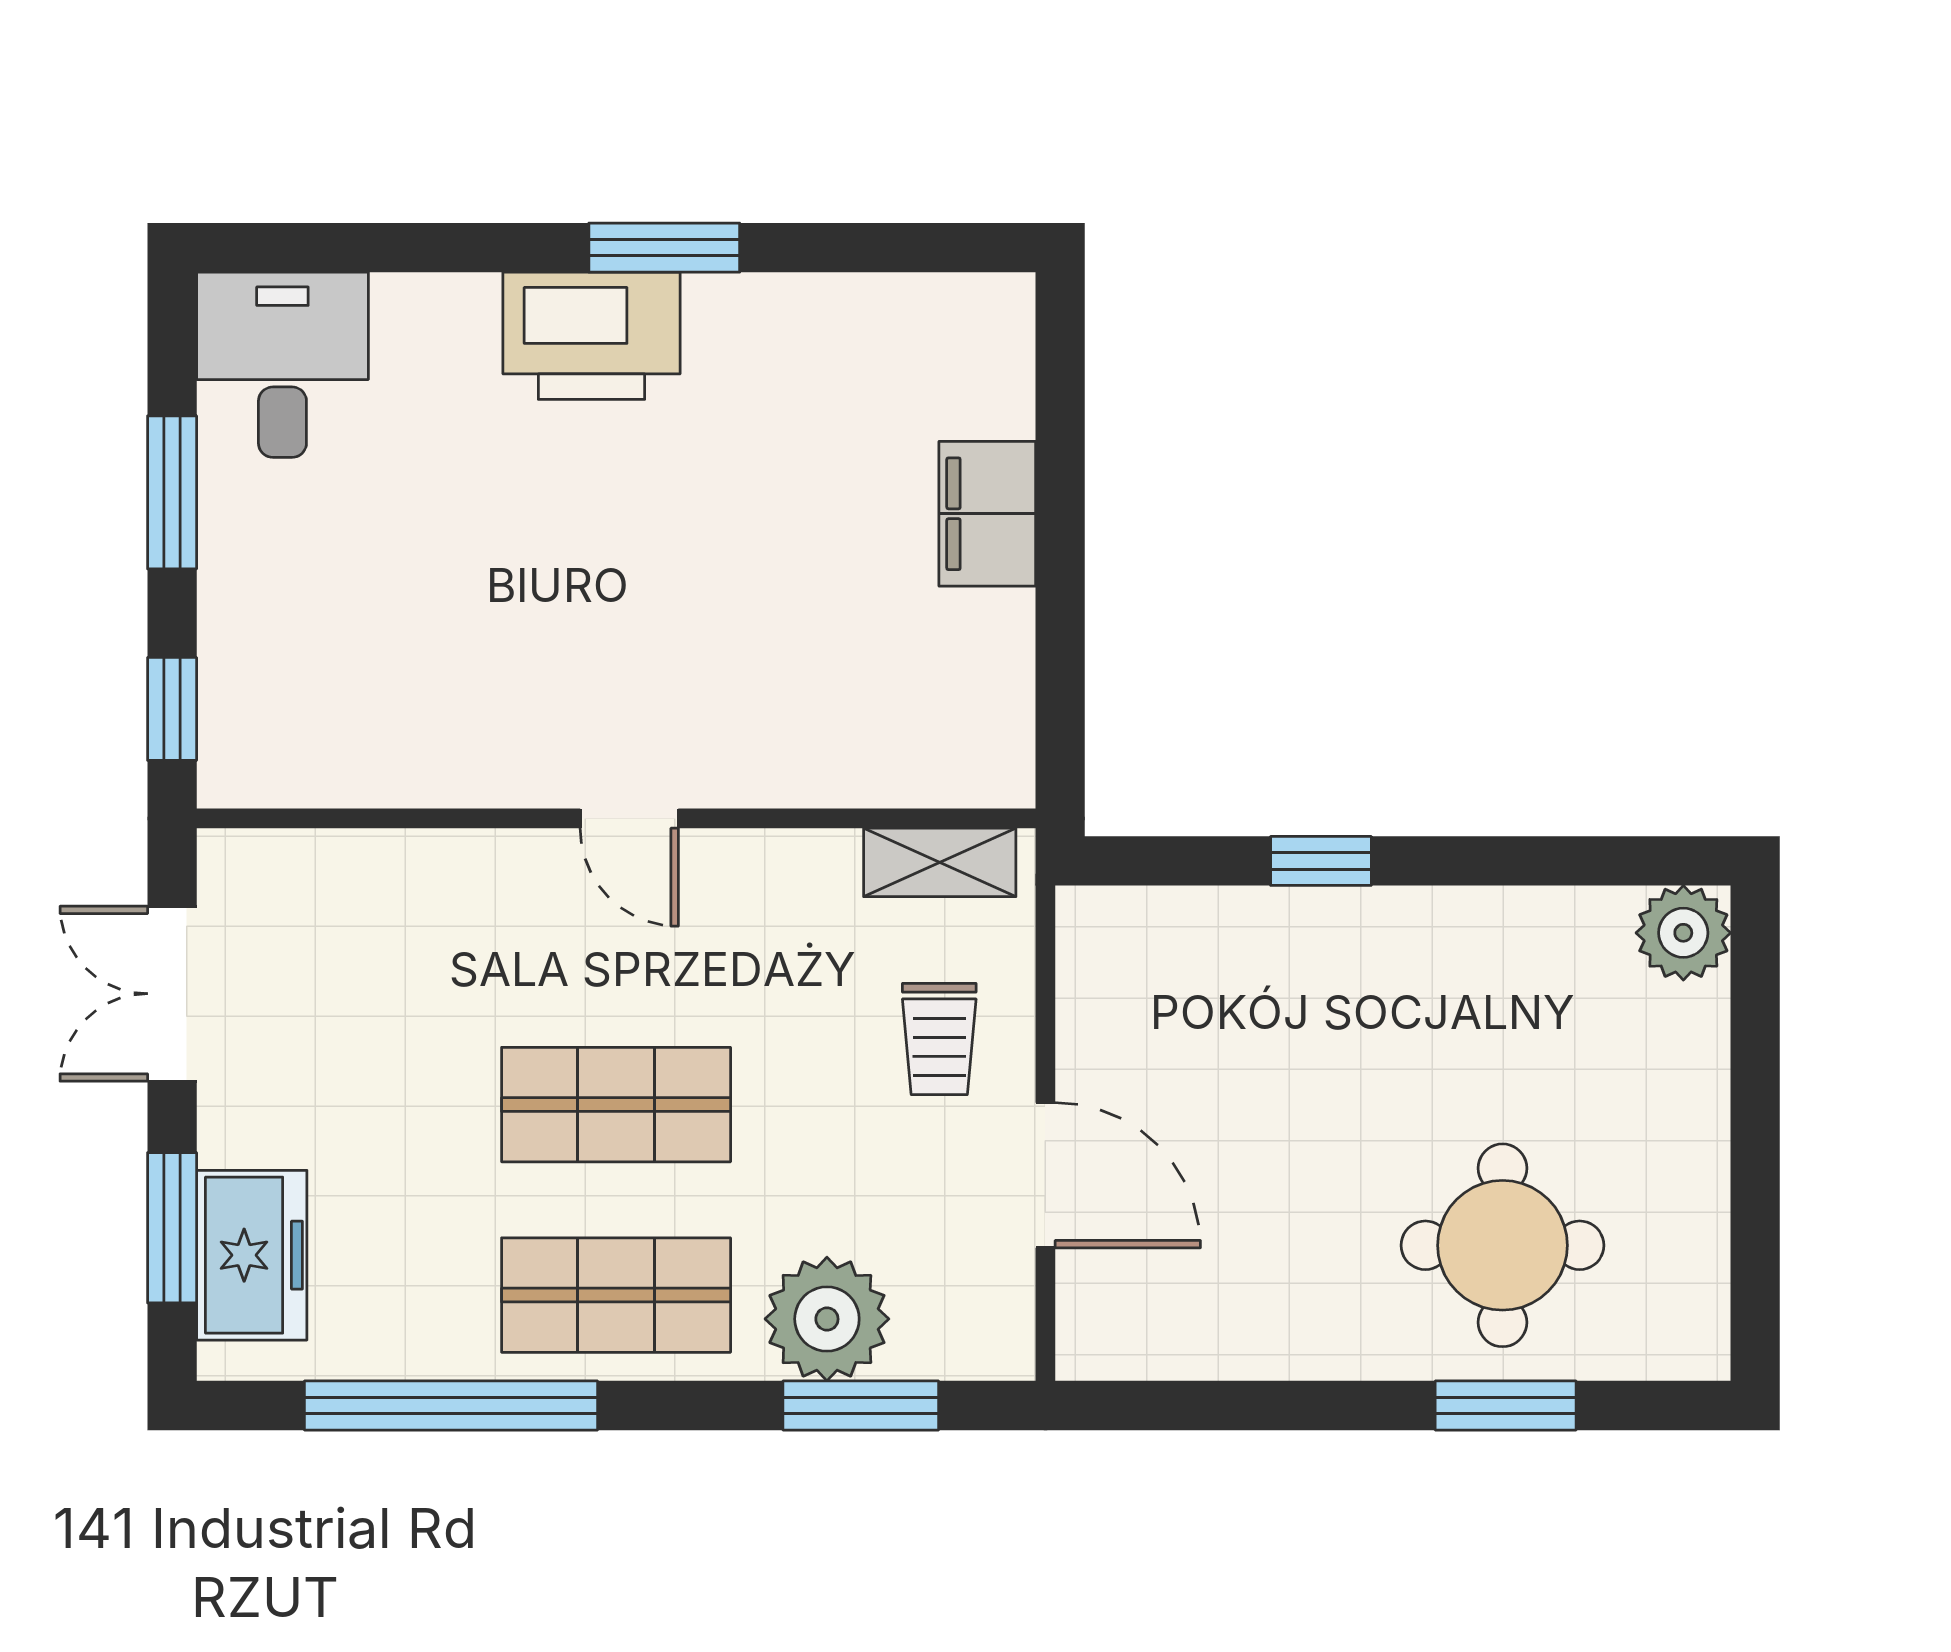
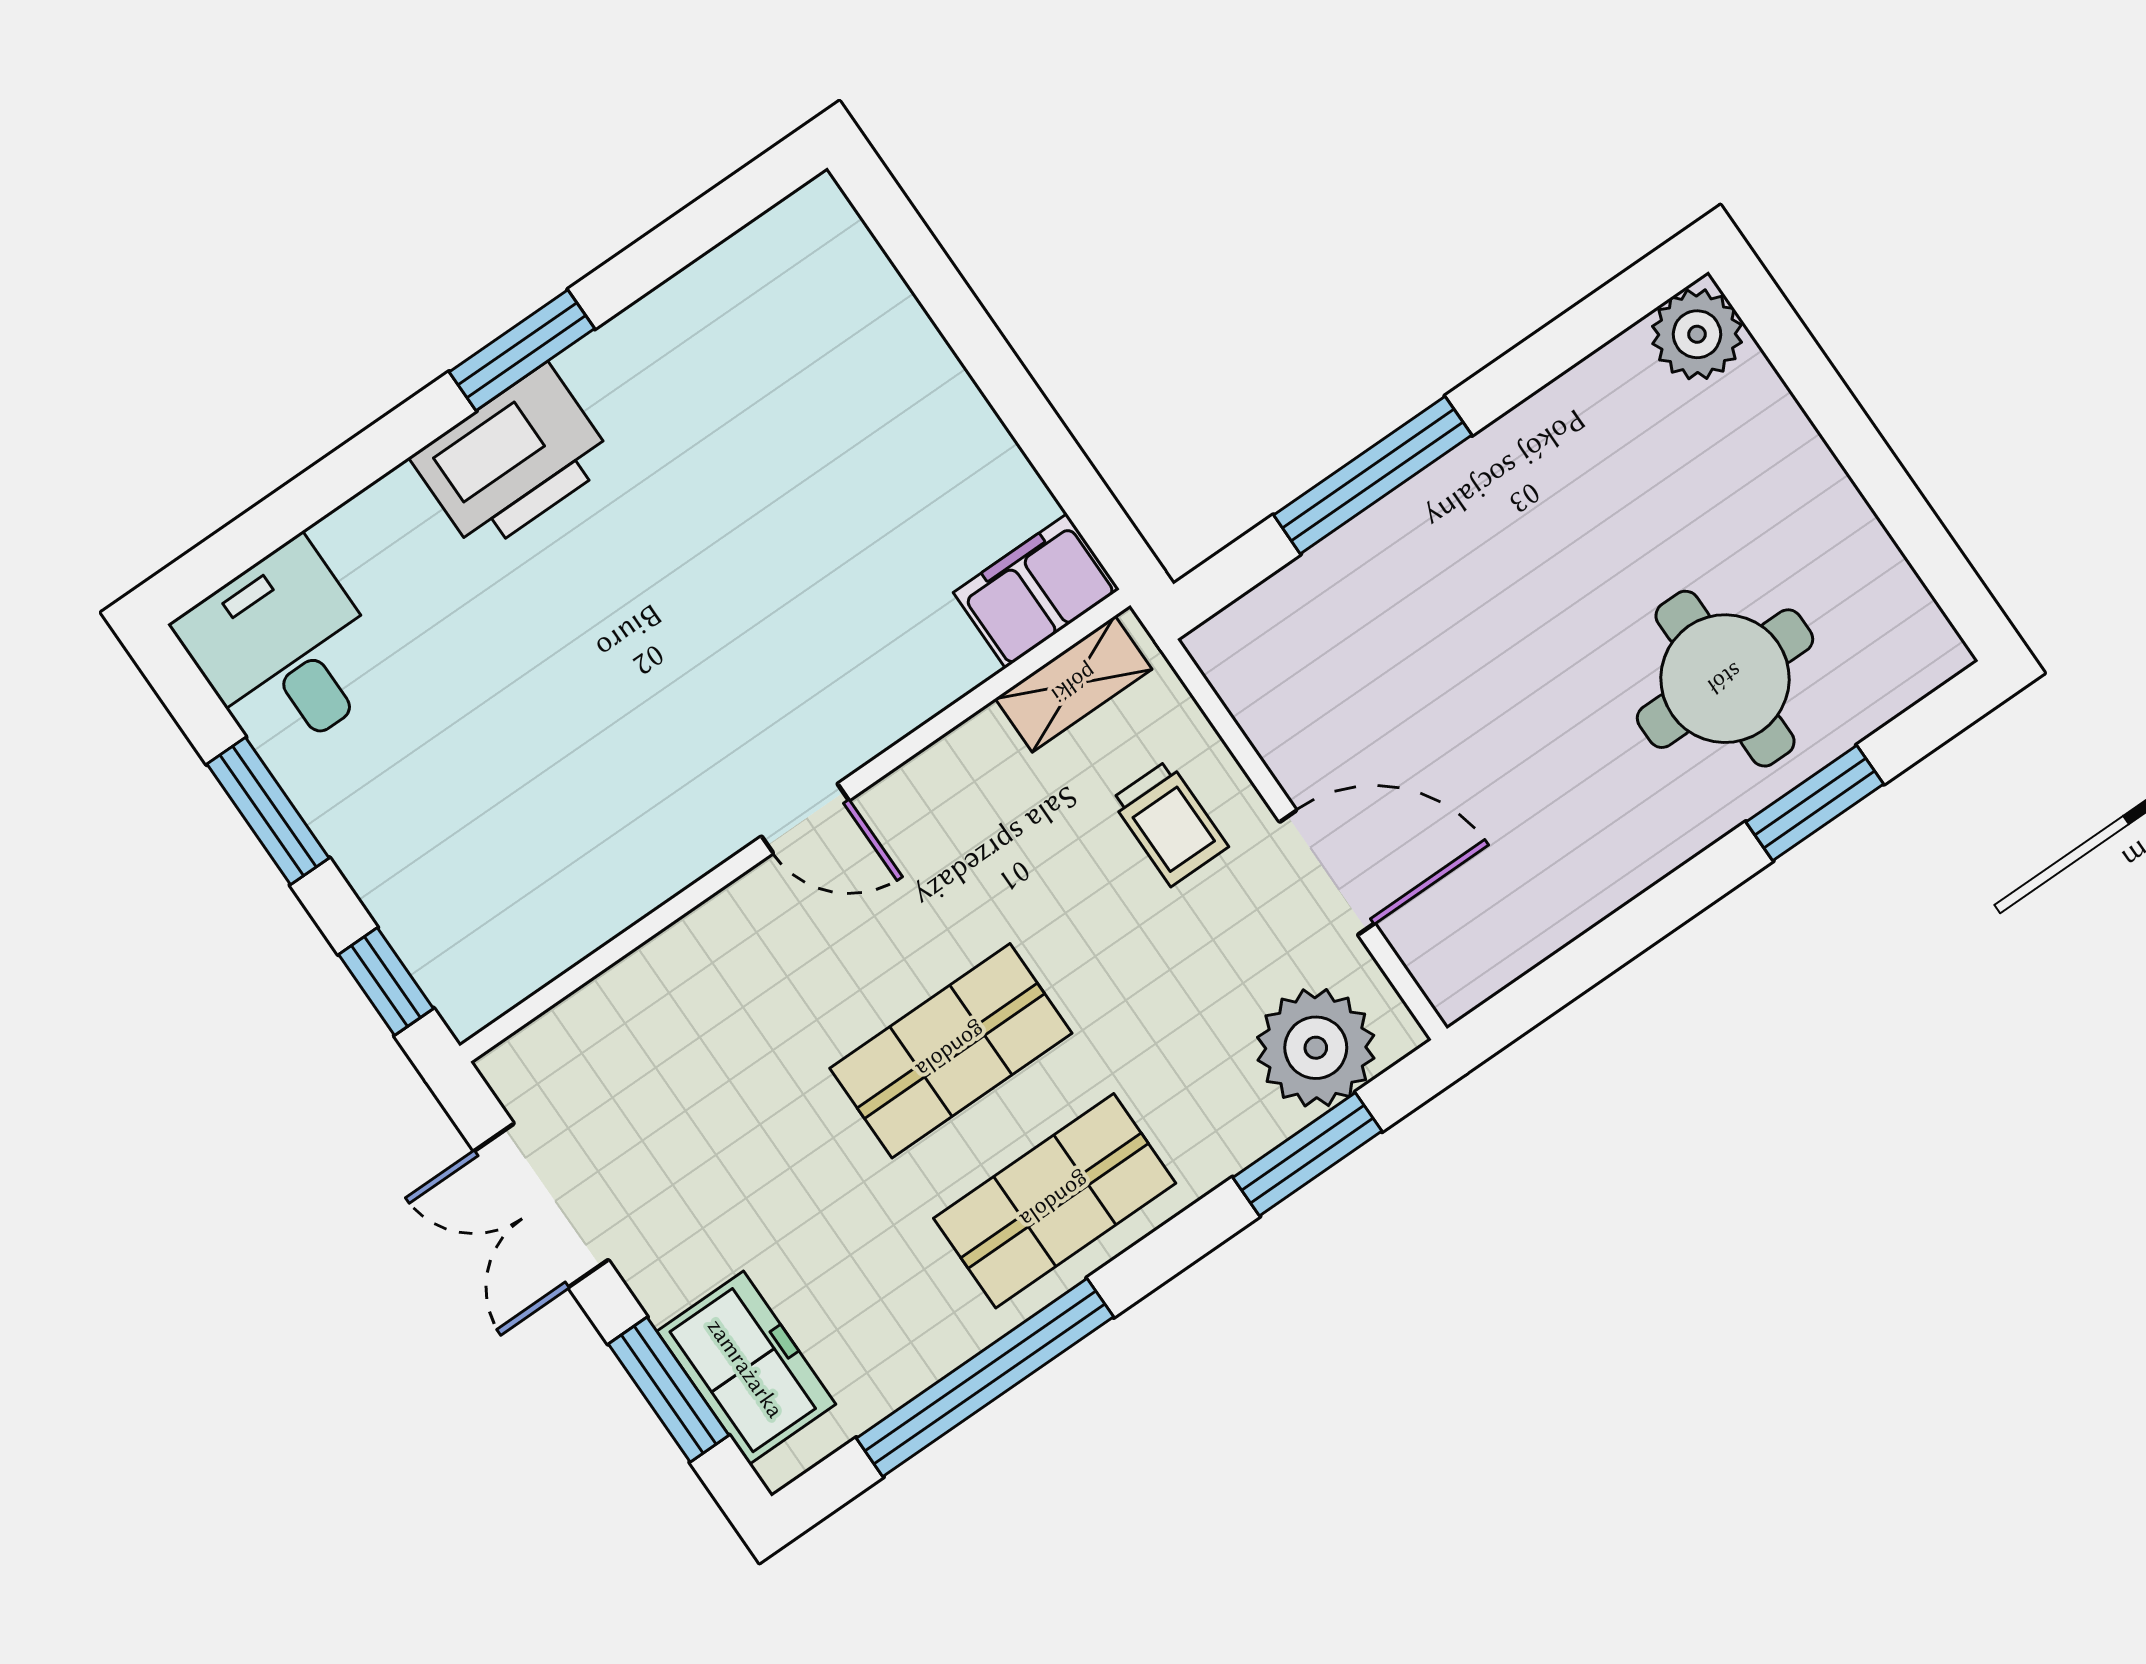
filing cabinet: (987, 514) -> (1036, 591), moved, turned 90
window: (1321, 861) -> (1373, 475), width x2.17
plant: (827, 1319) -> (1316, 1048), moved

